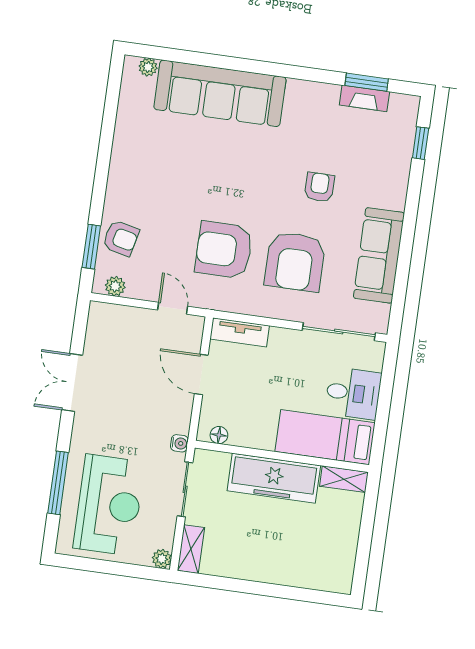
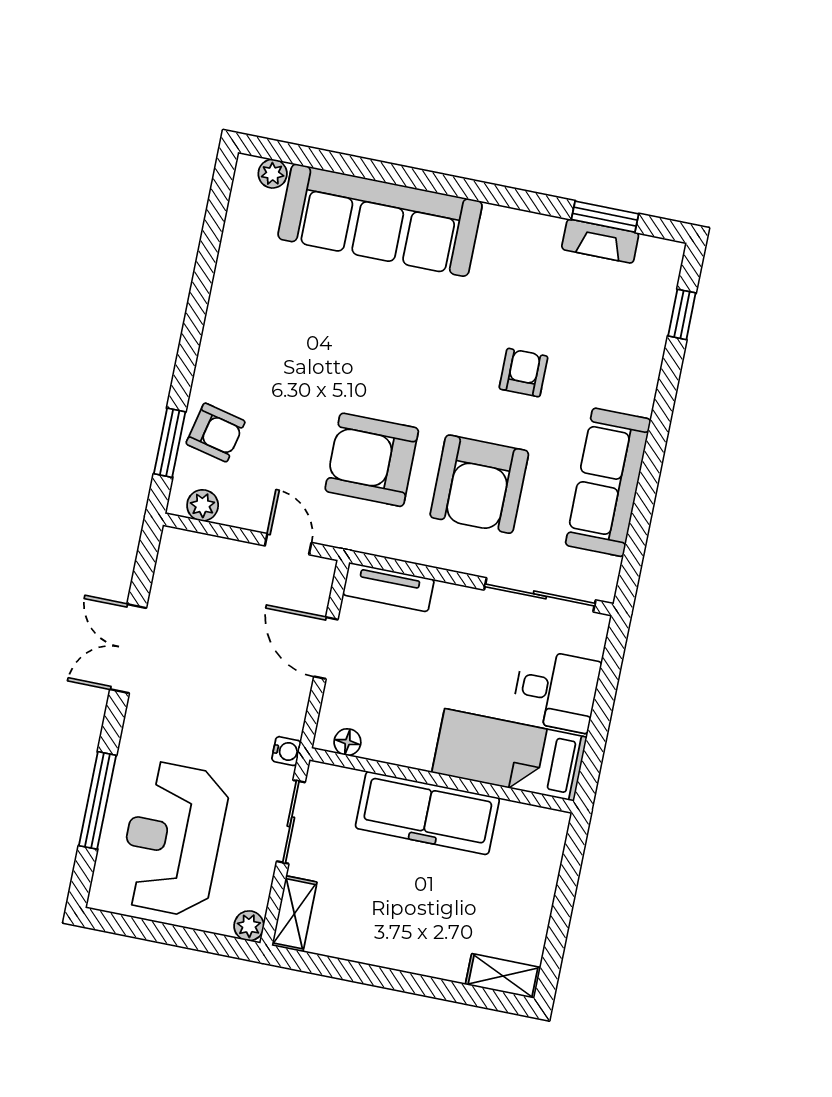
shelving: (344, 479) -> (503, 976), moved
reception desk: (109, 505) -> (173, 839), turned 180

